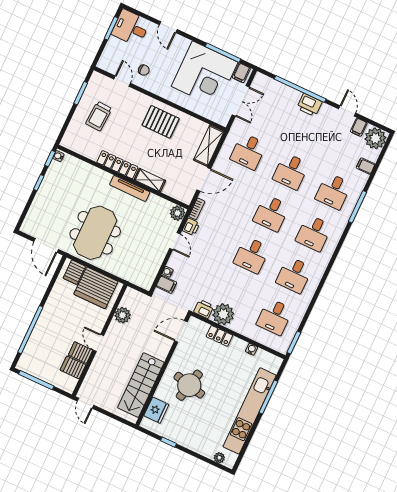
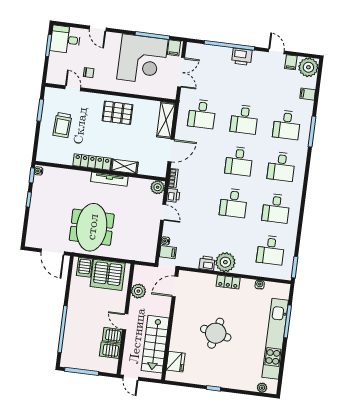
door: (181, 331) -> (175, 286), moved
wall: (163, 370) -> (170, 325), moved
stairs: (141, 385) -> (155, 344), moved
fridge: (156, 410) -> (176, 362), moved

